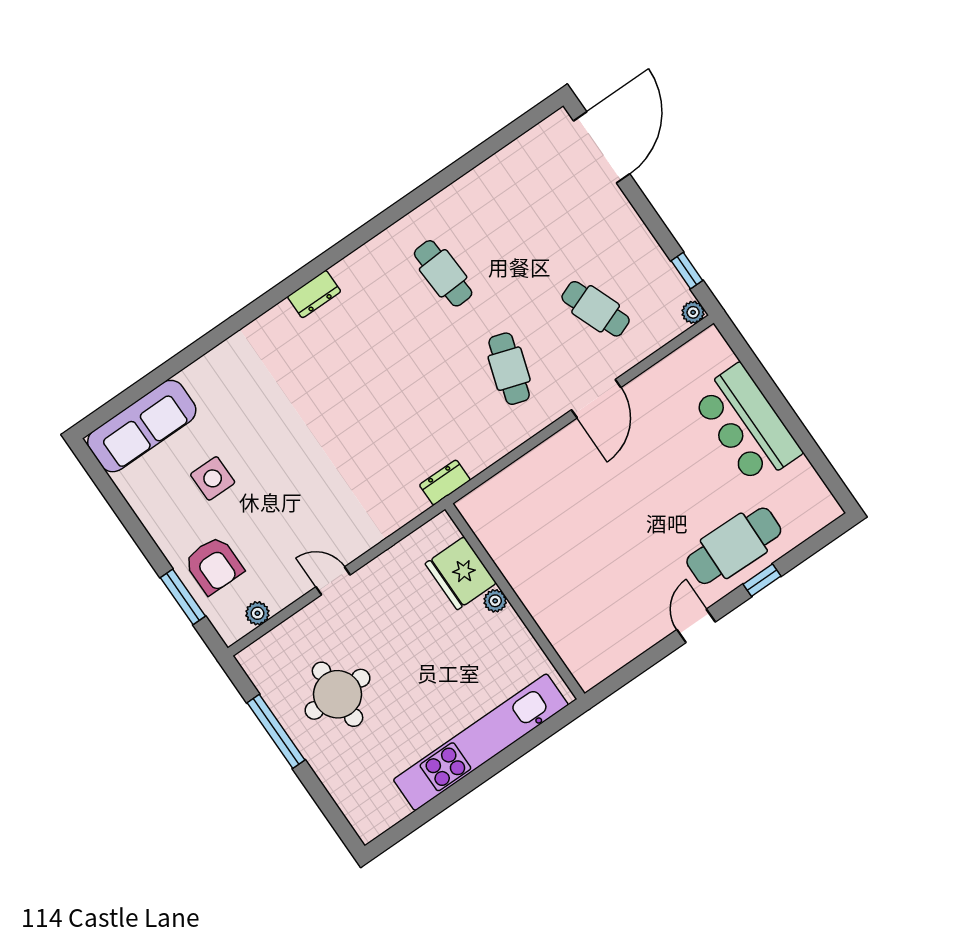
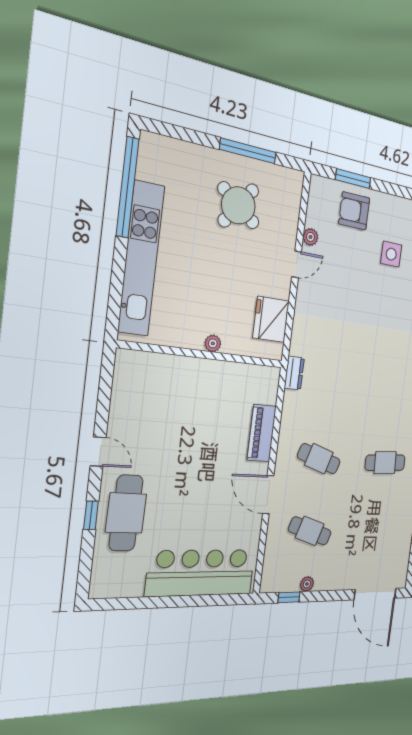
cafe table: (596, 309) -> (310, 531), turned 39
plant: (693, 312) -> (307, 584), moved
bar counter: (747, 425) -> (201, 573), width x1.36
piano: (539, 465) -> (262, 433), added
fridge: (461, 573) -> (271, 319), moved, turned -90
plant: (257, 613) -> (311, 237), moved
round table: (338, 694) -> (238, 205), turned 37
window: (428, 811) -> (128, 187), added

